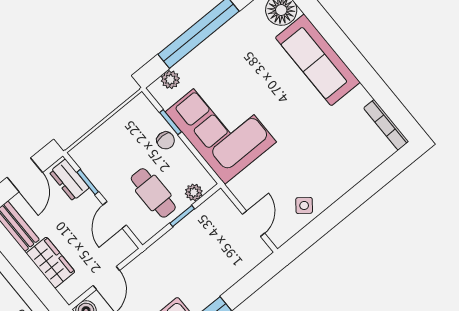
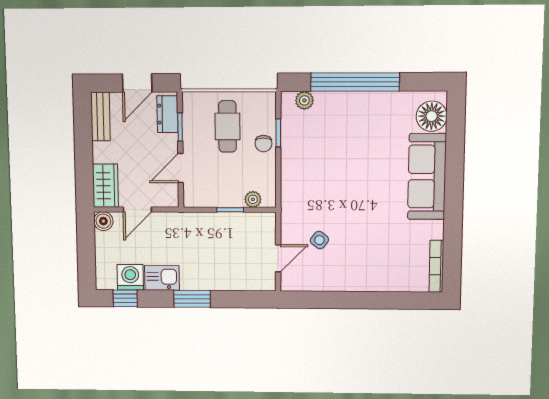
corner sofa: (221, 127) -> (313, 167), removed
cafe table: (153, 193) -> (227, 126), moved
side table: (304, 205) -> (319, 240), moved
wardrobe: (51, 263) -> (105, 186), moved

